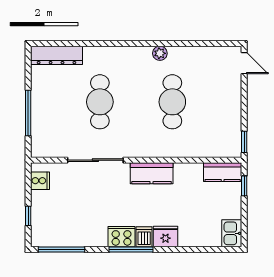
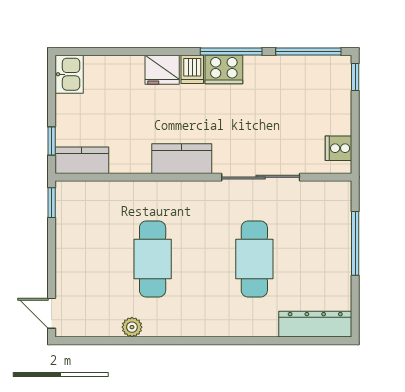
plant: (160, 53) -> (132, 327), moved
window: (28, 216) -> (355, 77), moved
window: (131, 250) -> (231, 51), moved

